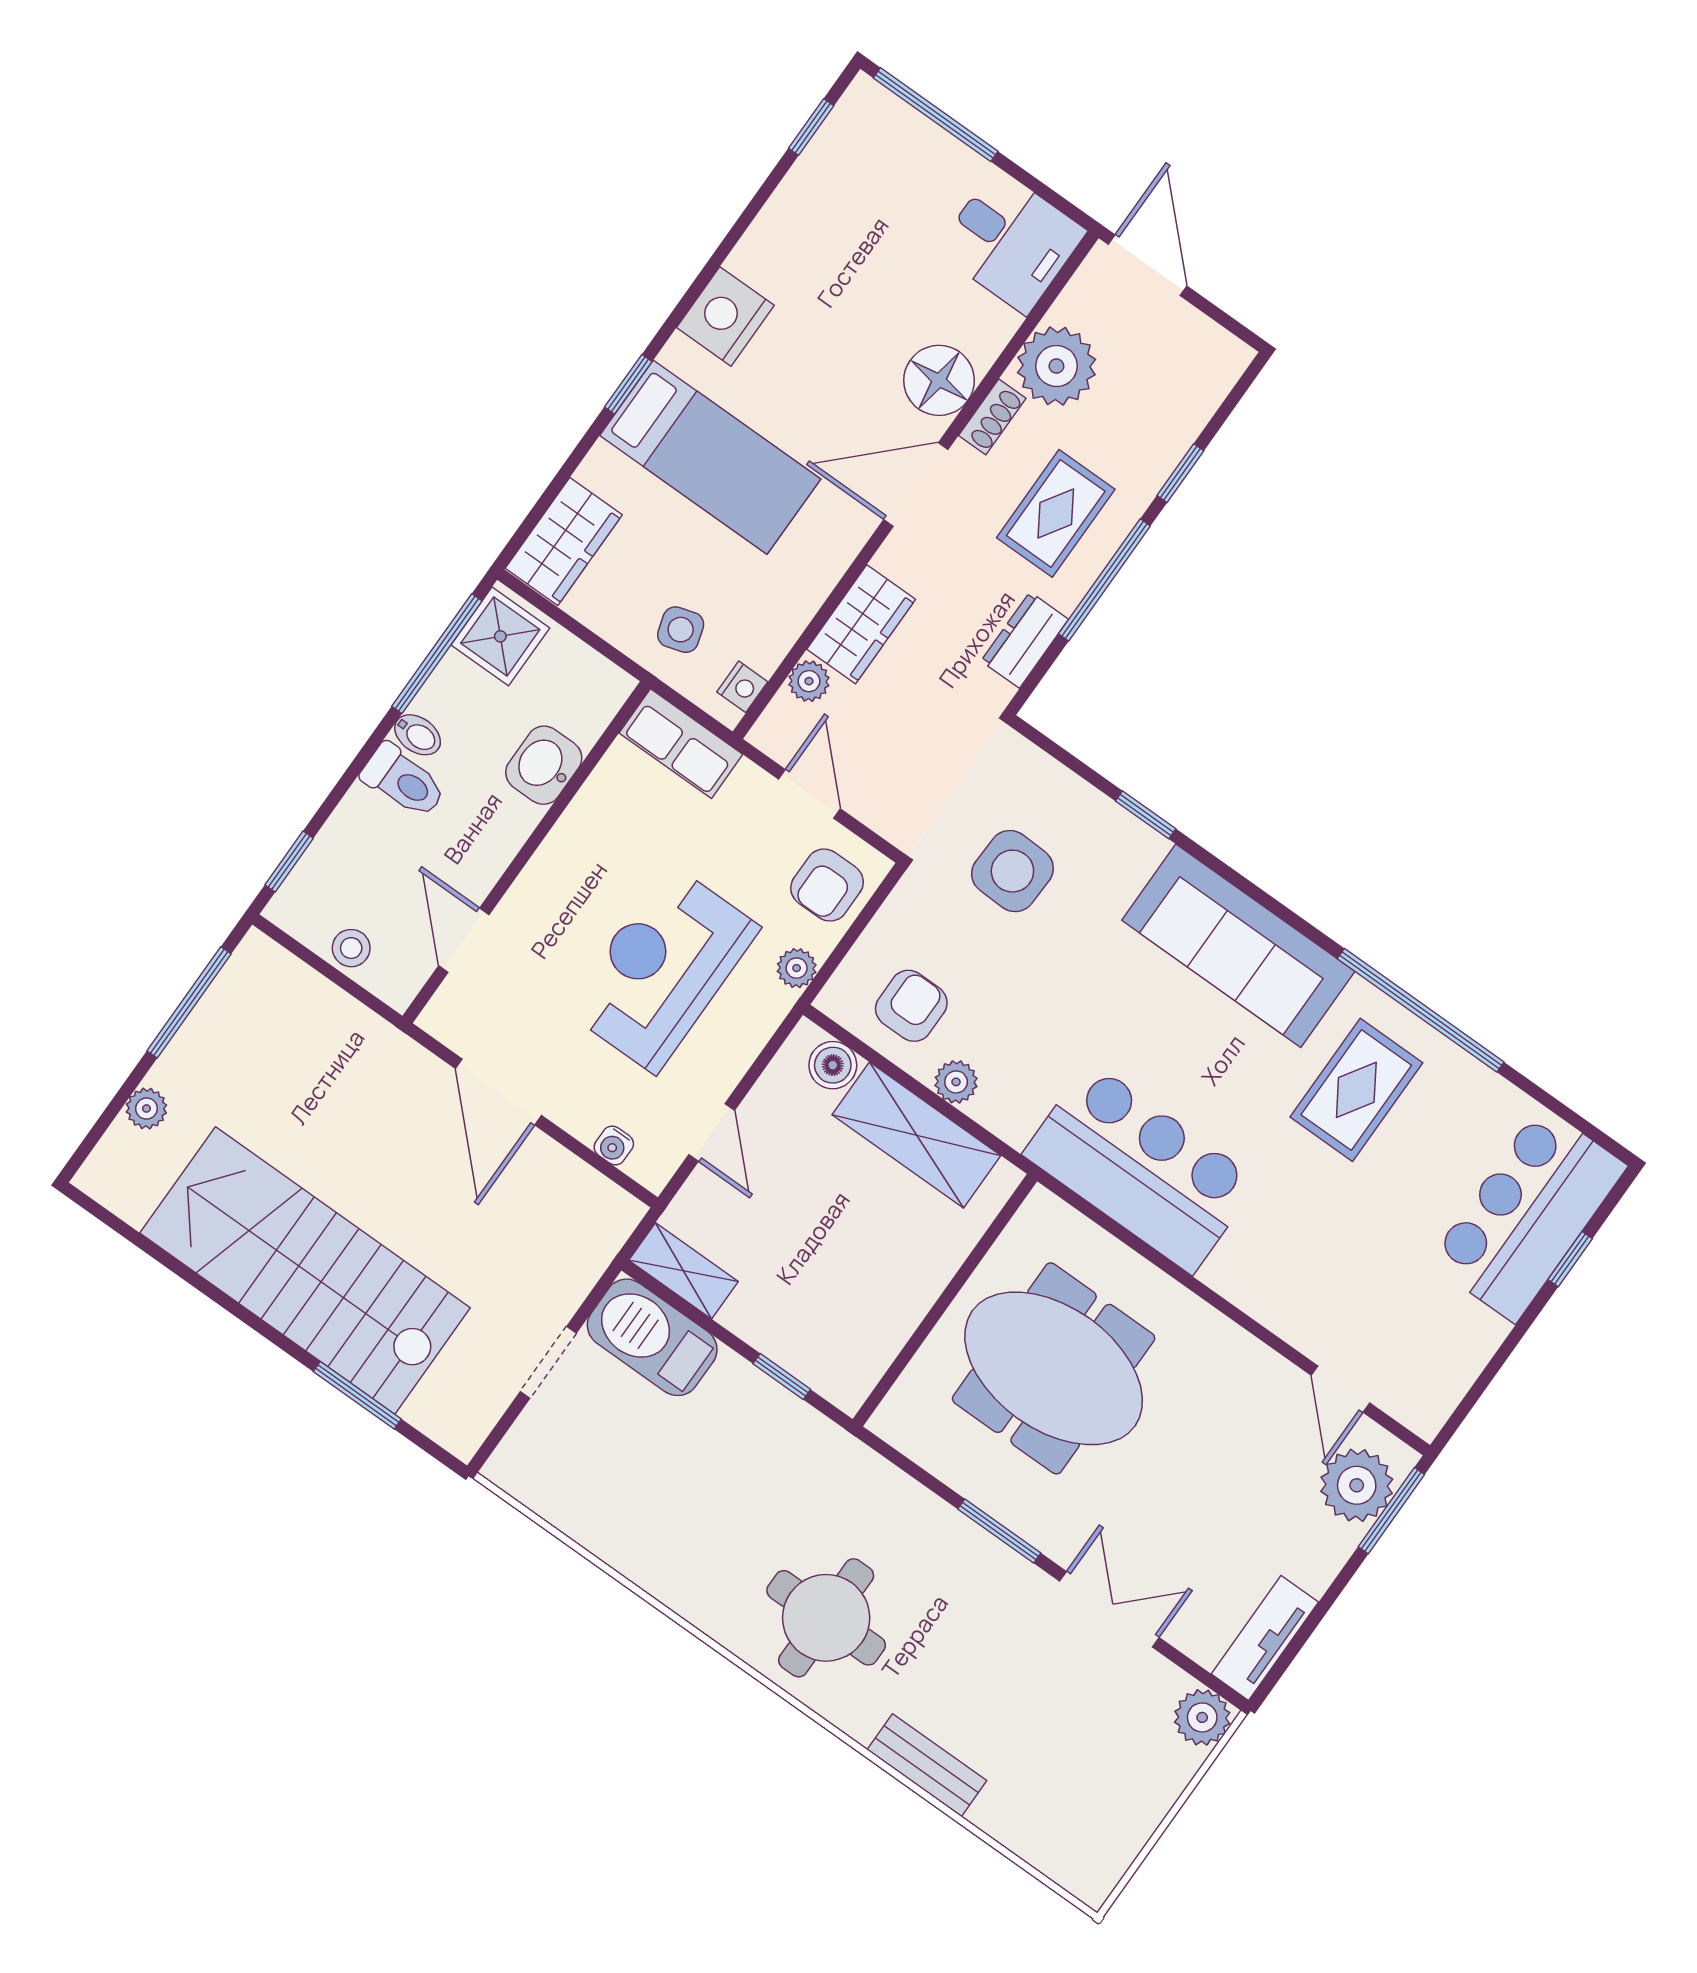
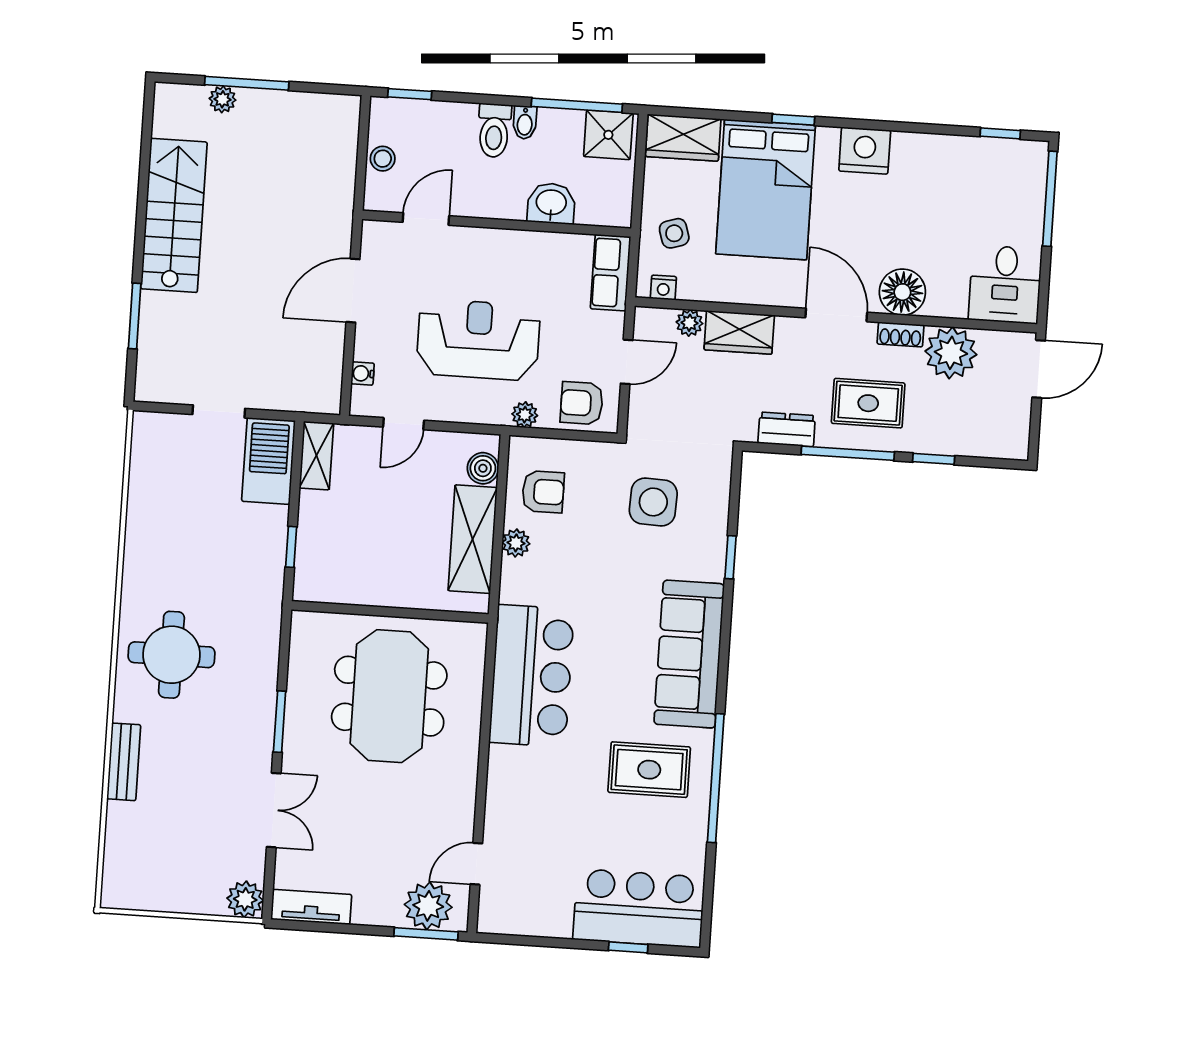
bed: (710, 457) -> (766, 190), width x1.50
window: (189, 1002) -> (247, 83), moved
stairs: (305, 1270) -> (174, 215), width x0.73, depth x0.66

